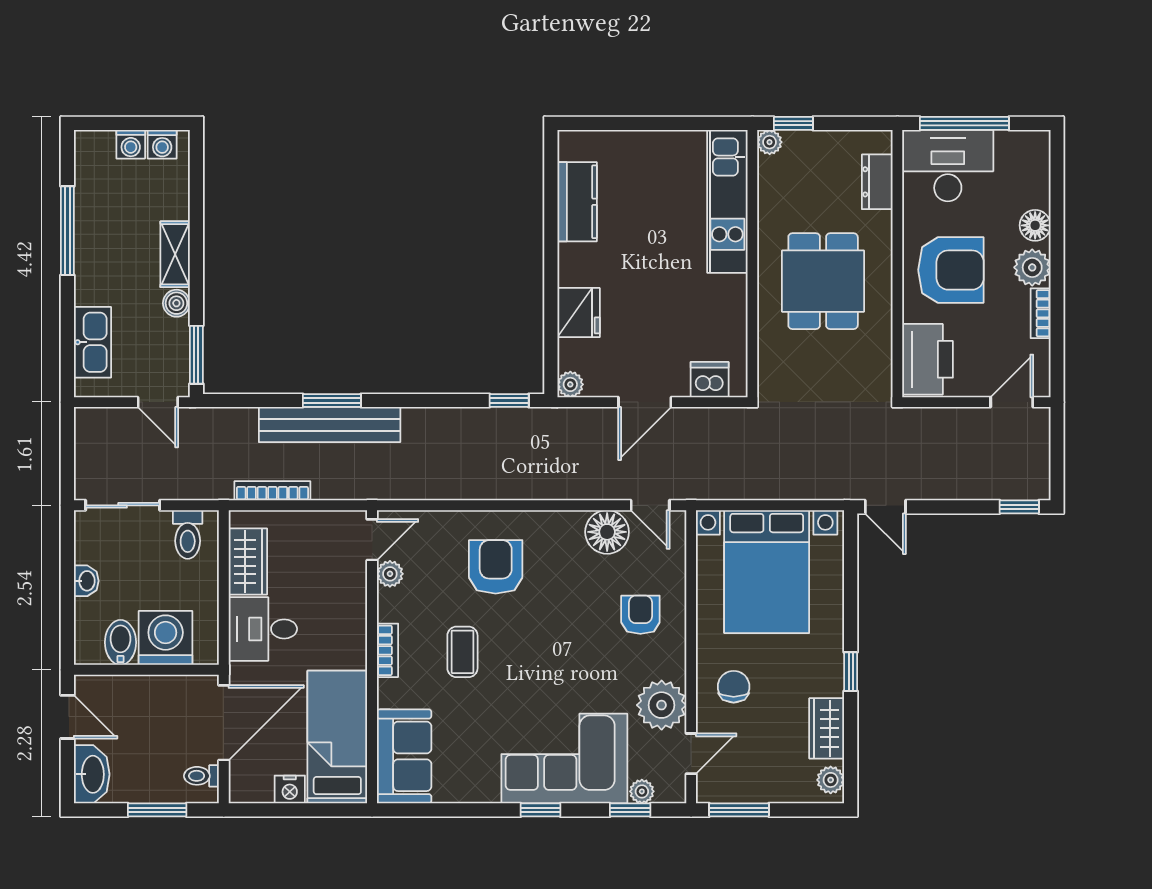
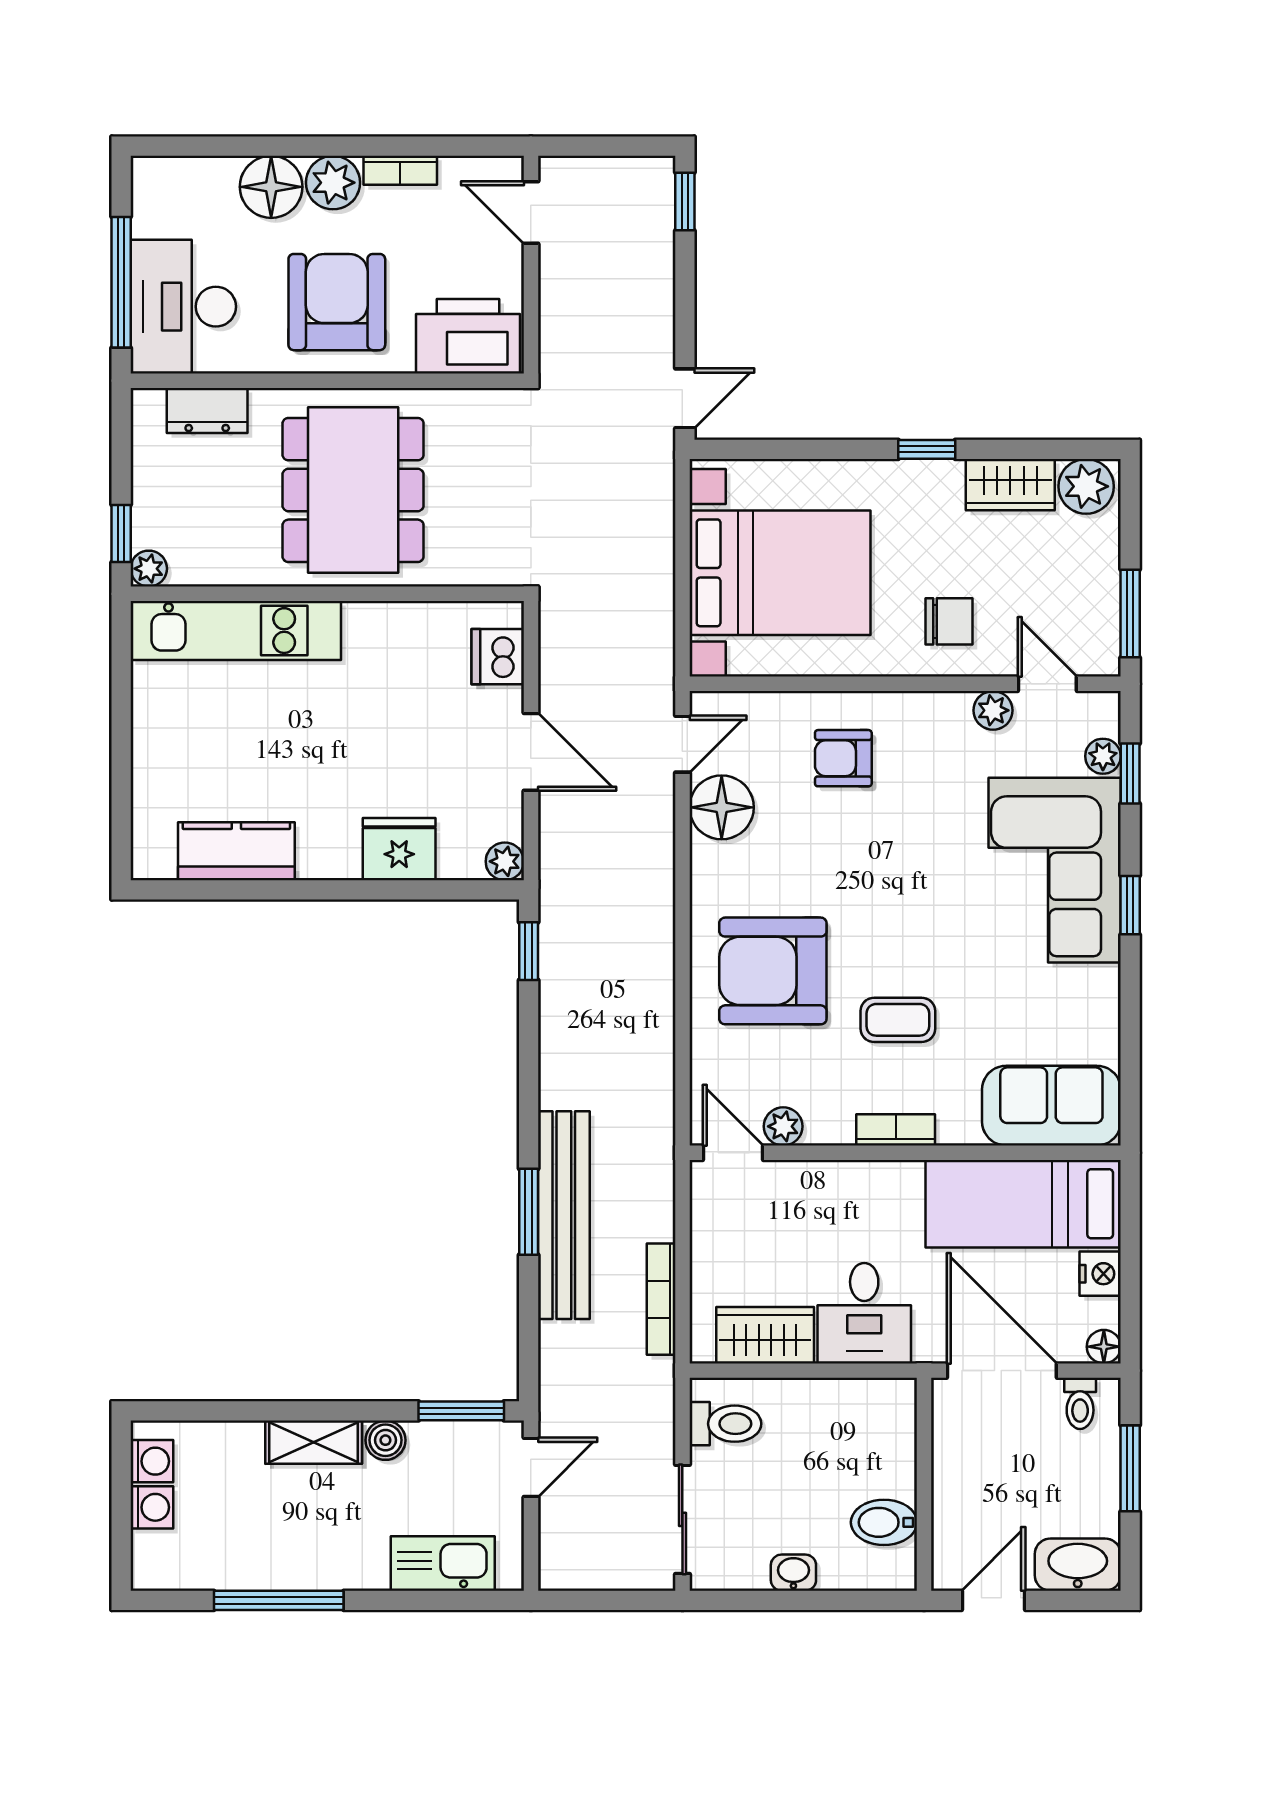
floor lamp: (1035, 225) -> (271, 187), width x1.38, depth x1.38
dining table: (823, 281) -> (353, 490), width x1.38
armchair: (496, 567) -> (773, 971), width x1.36, depth x1.36
washing machine: (166, 638) -> (877, 1456), removed
chair: (734, 687) -> (949, 621), turned 180
plant: (662, 705) -> (993, 710), width x0.53, depth x0.53
plant: (831, 780) -> (1086, 486), width x1.38, depth x1.38
floor lamp: (240, 792) -> (1104, 1347), added

